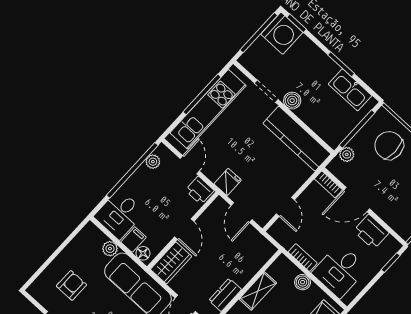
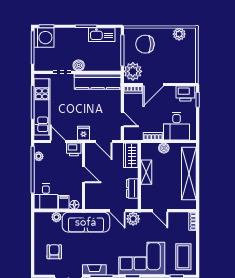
plant: (347, 154) -> (133, 71), width x1.88, depth x1.88
printer: (371, 232) -> (185, 94), moved
wardrobe: (171, 263) -> (131, 155), moved, turned 180

